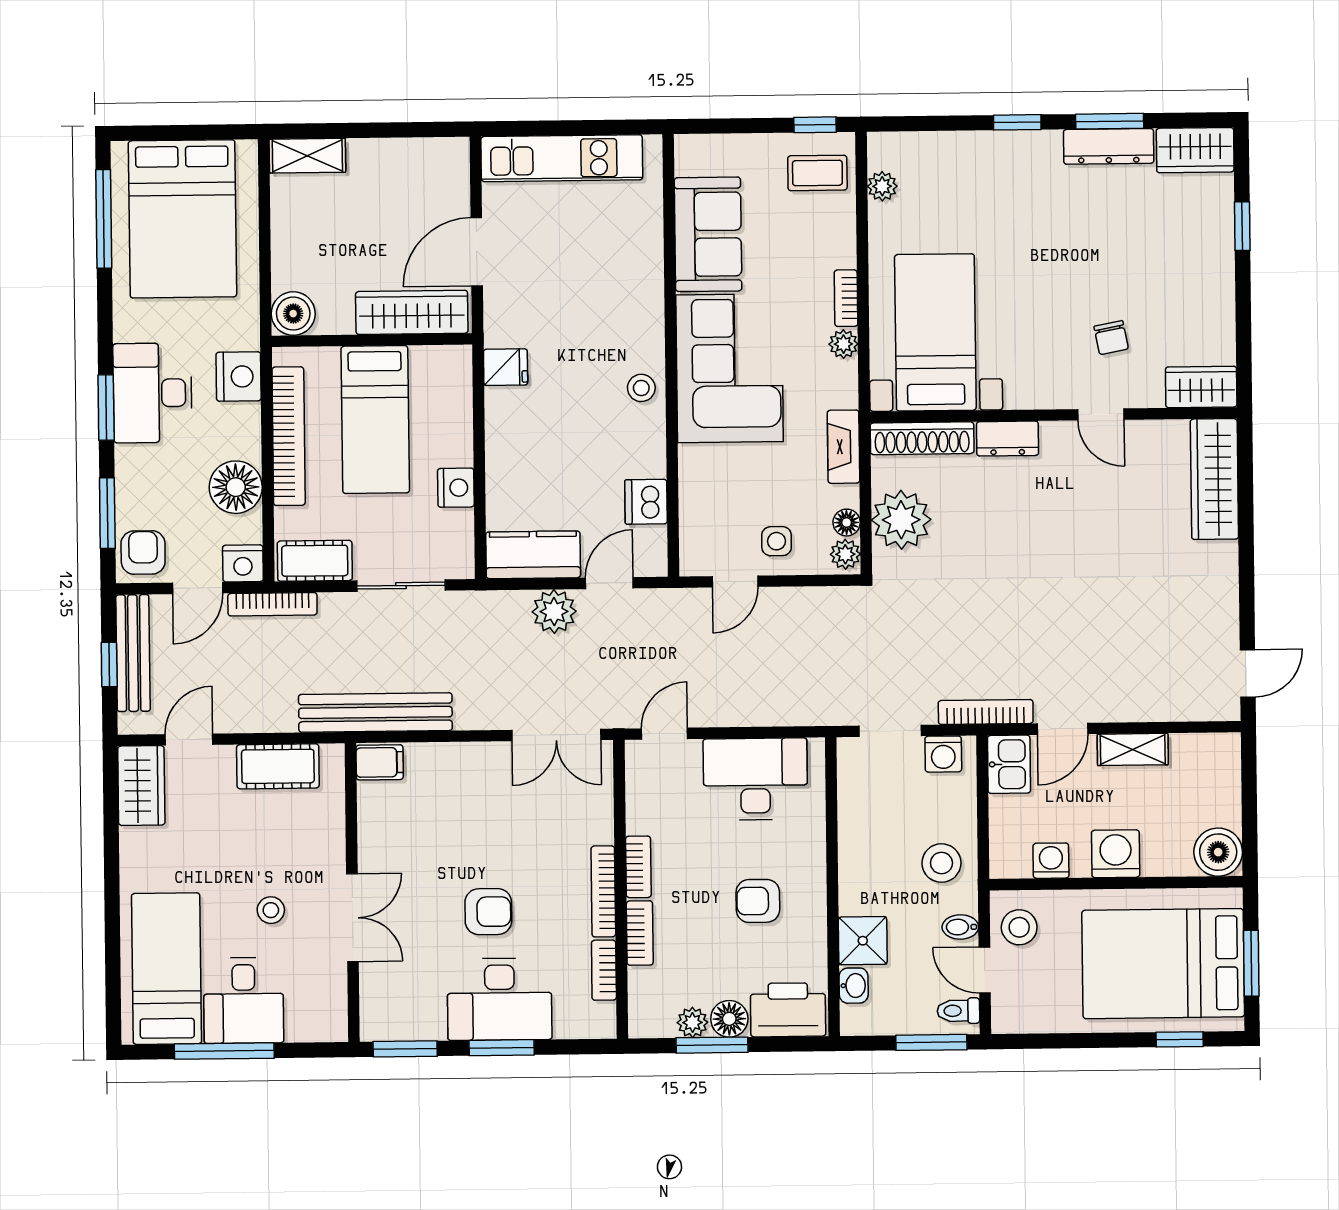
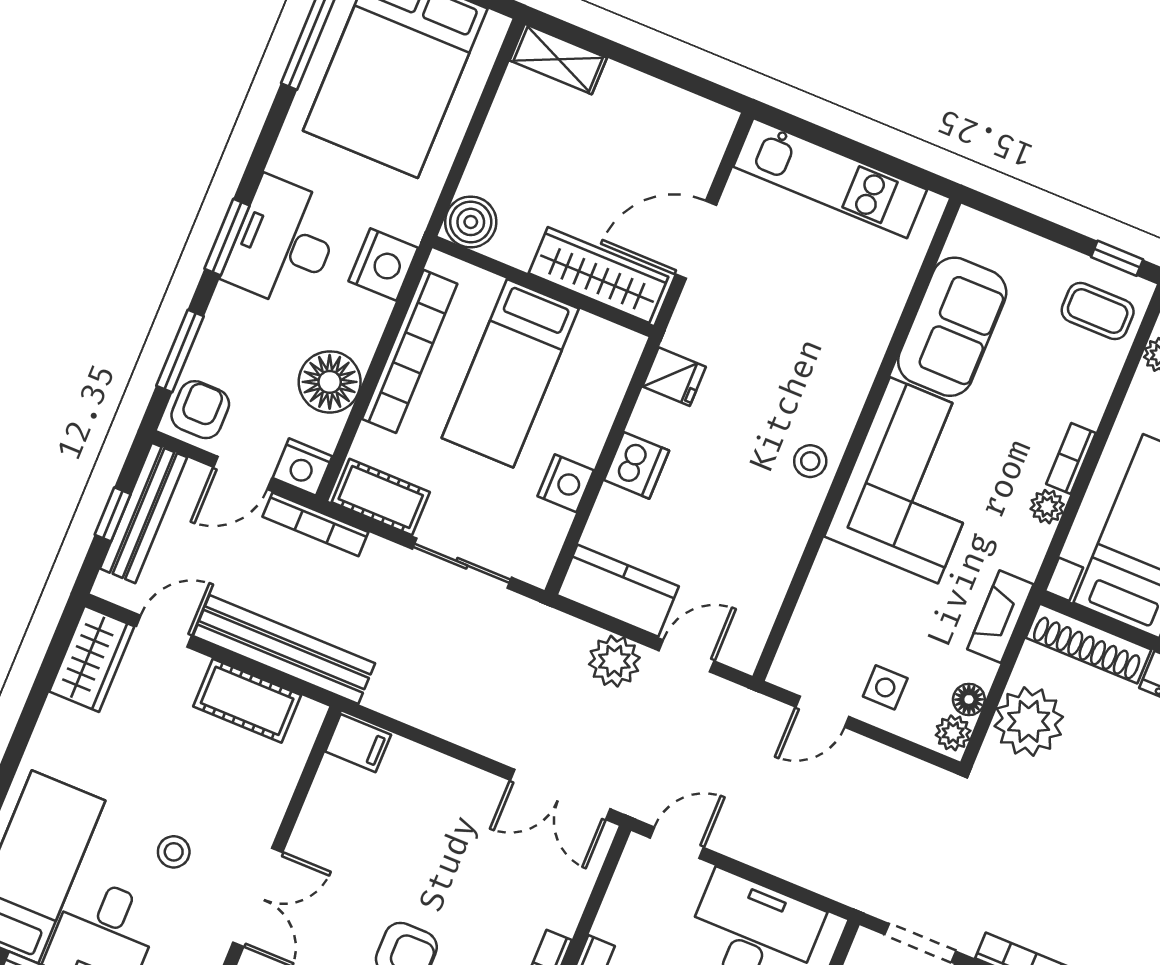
dishwasher: (646, 502) -> (636, 465), moved, turned 180
bench: (375, 712) -> (284, 650), moved

